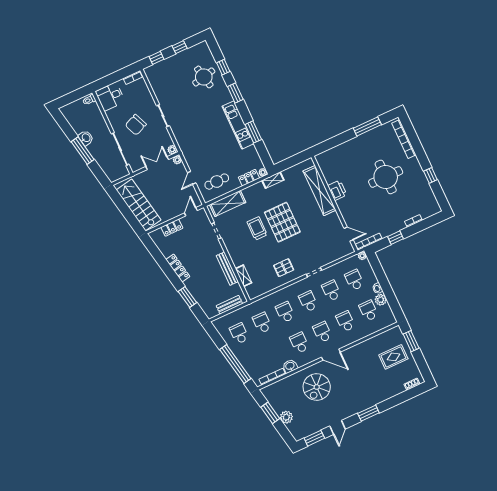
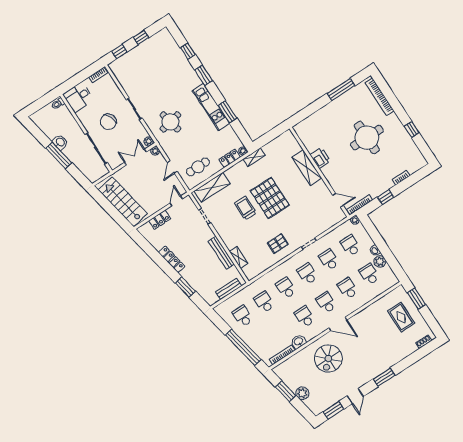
round table: (204, 77) -> (170, 122), moved
shelving: (319, 191) -> (307, 168), width x0.68
rug: (393, 357) -> (401, 317), turned 90

